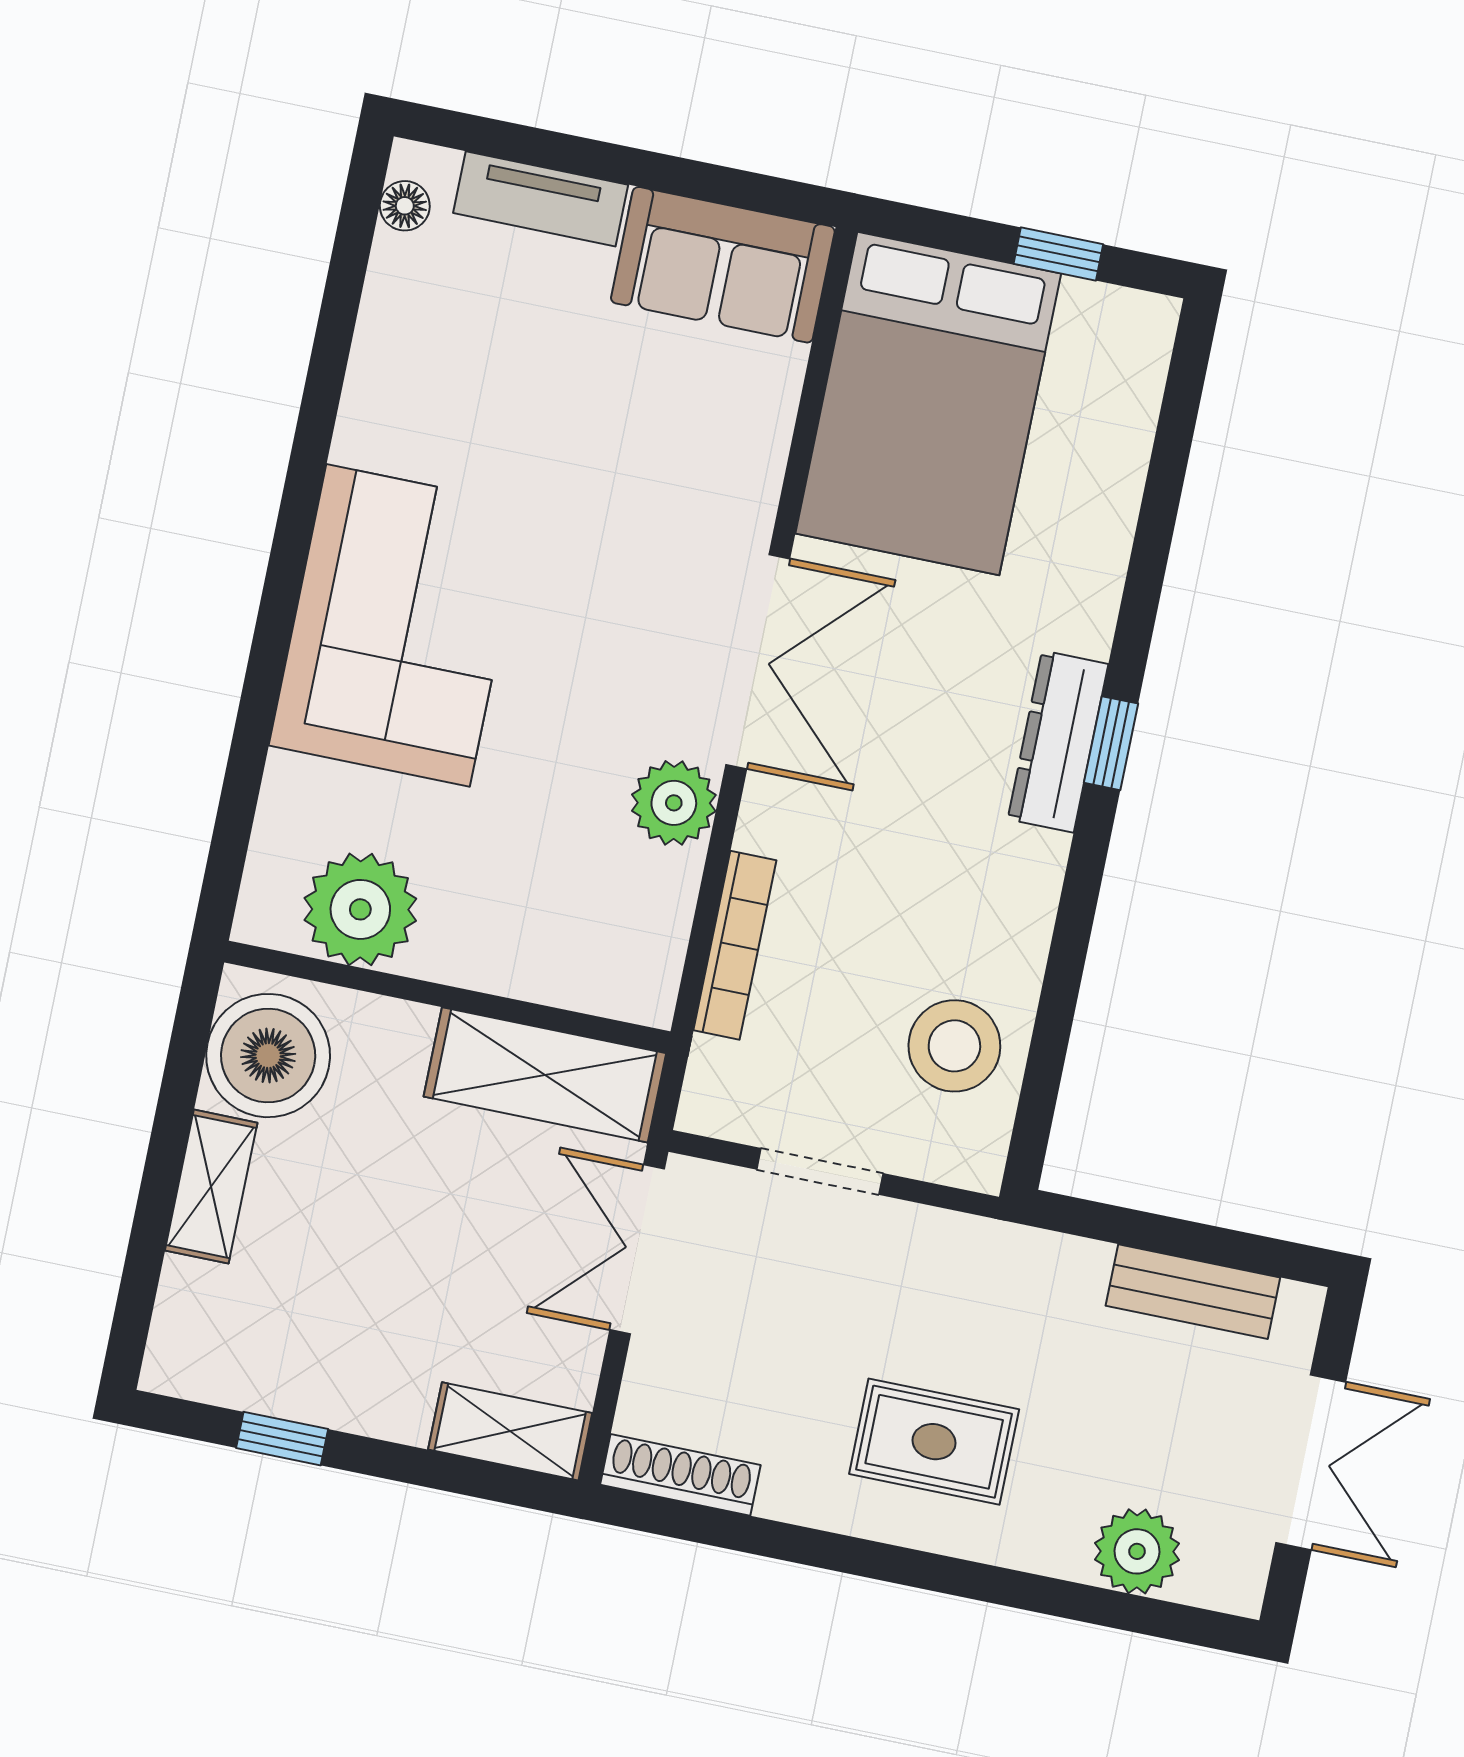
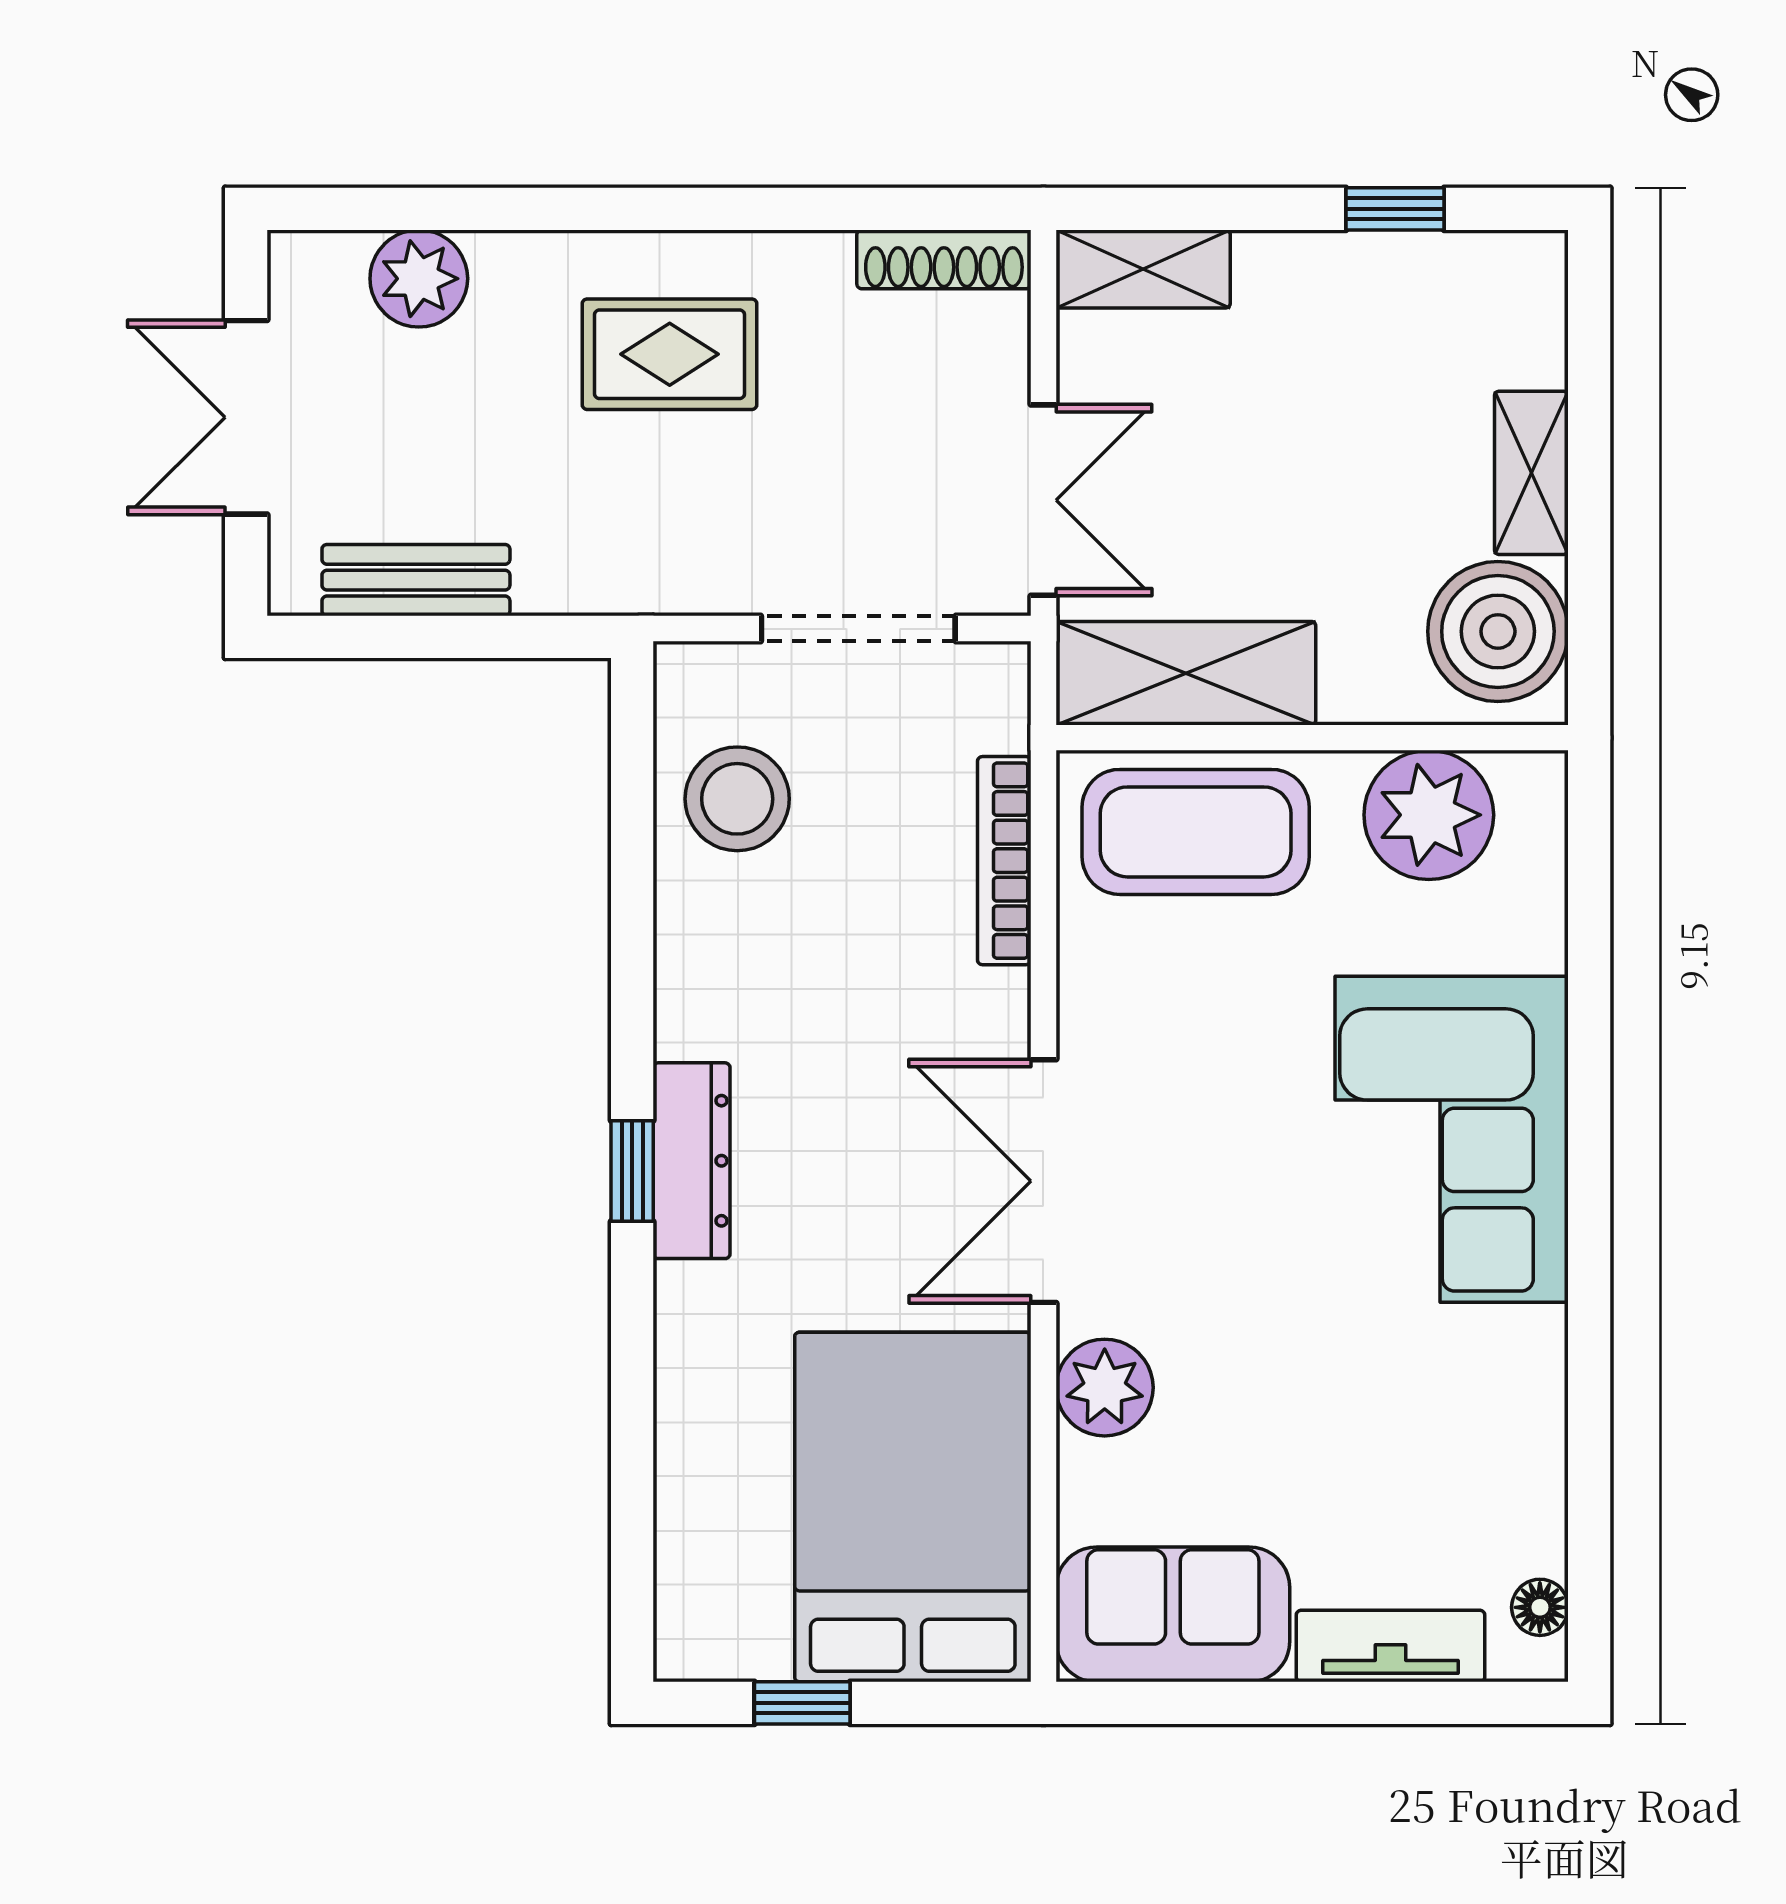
plant: (674, 803) -> (1105, 1388), moved
coffee table: (565, 936) -> (1196, 832), added
doorway: (820, 1171) -> (858, 629), width x1.38

